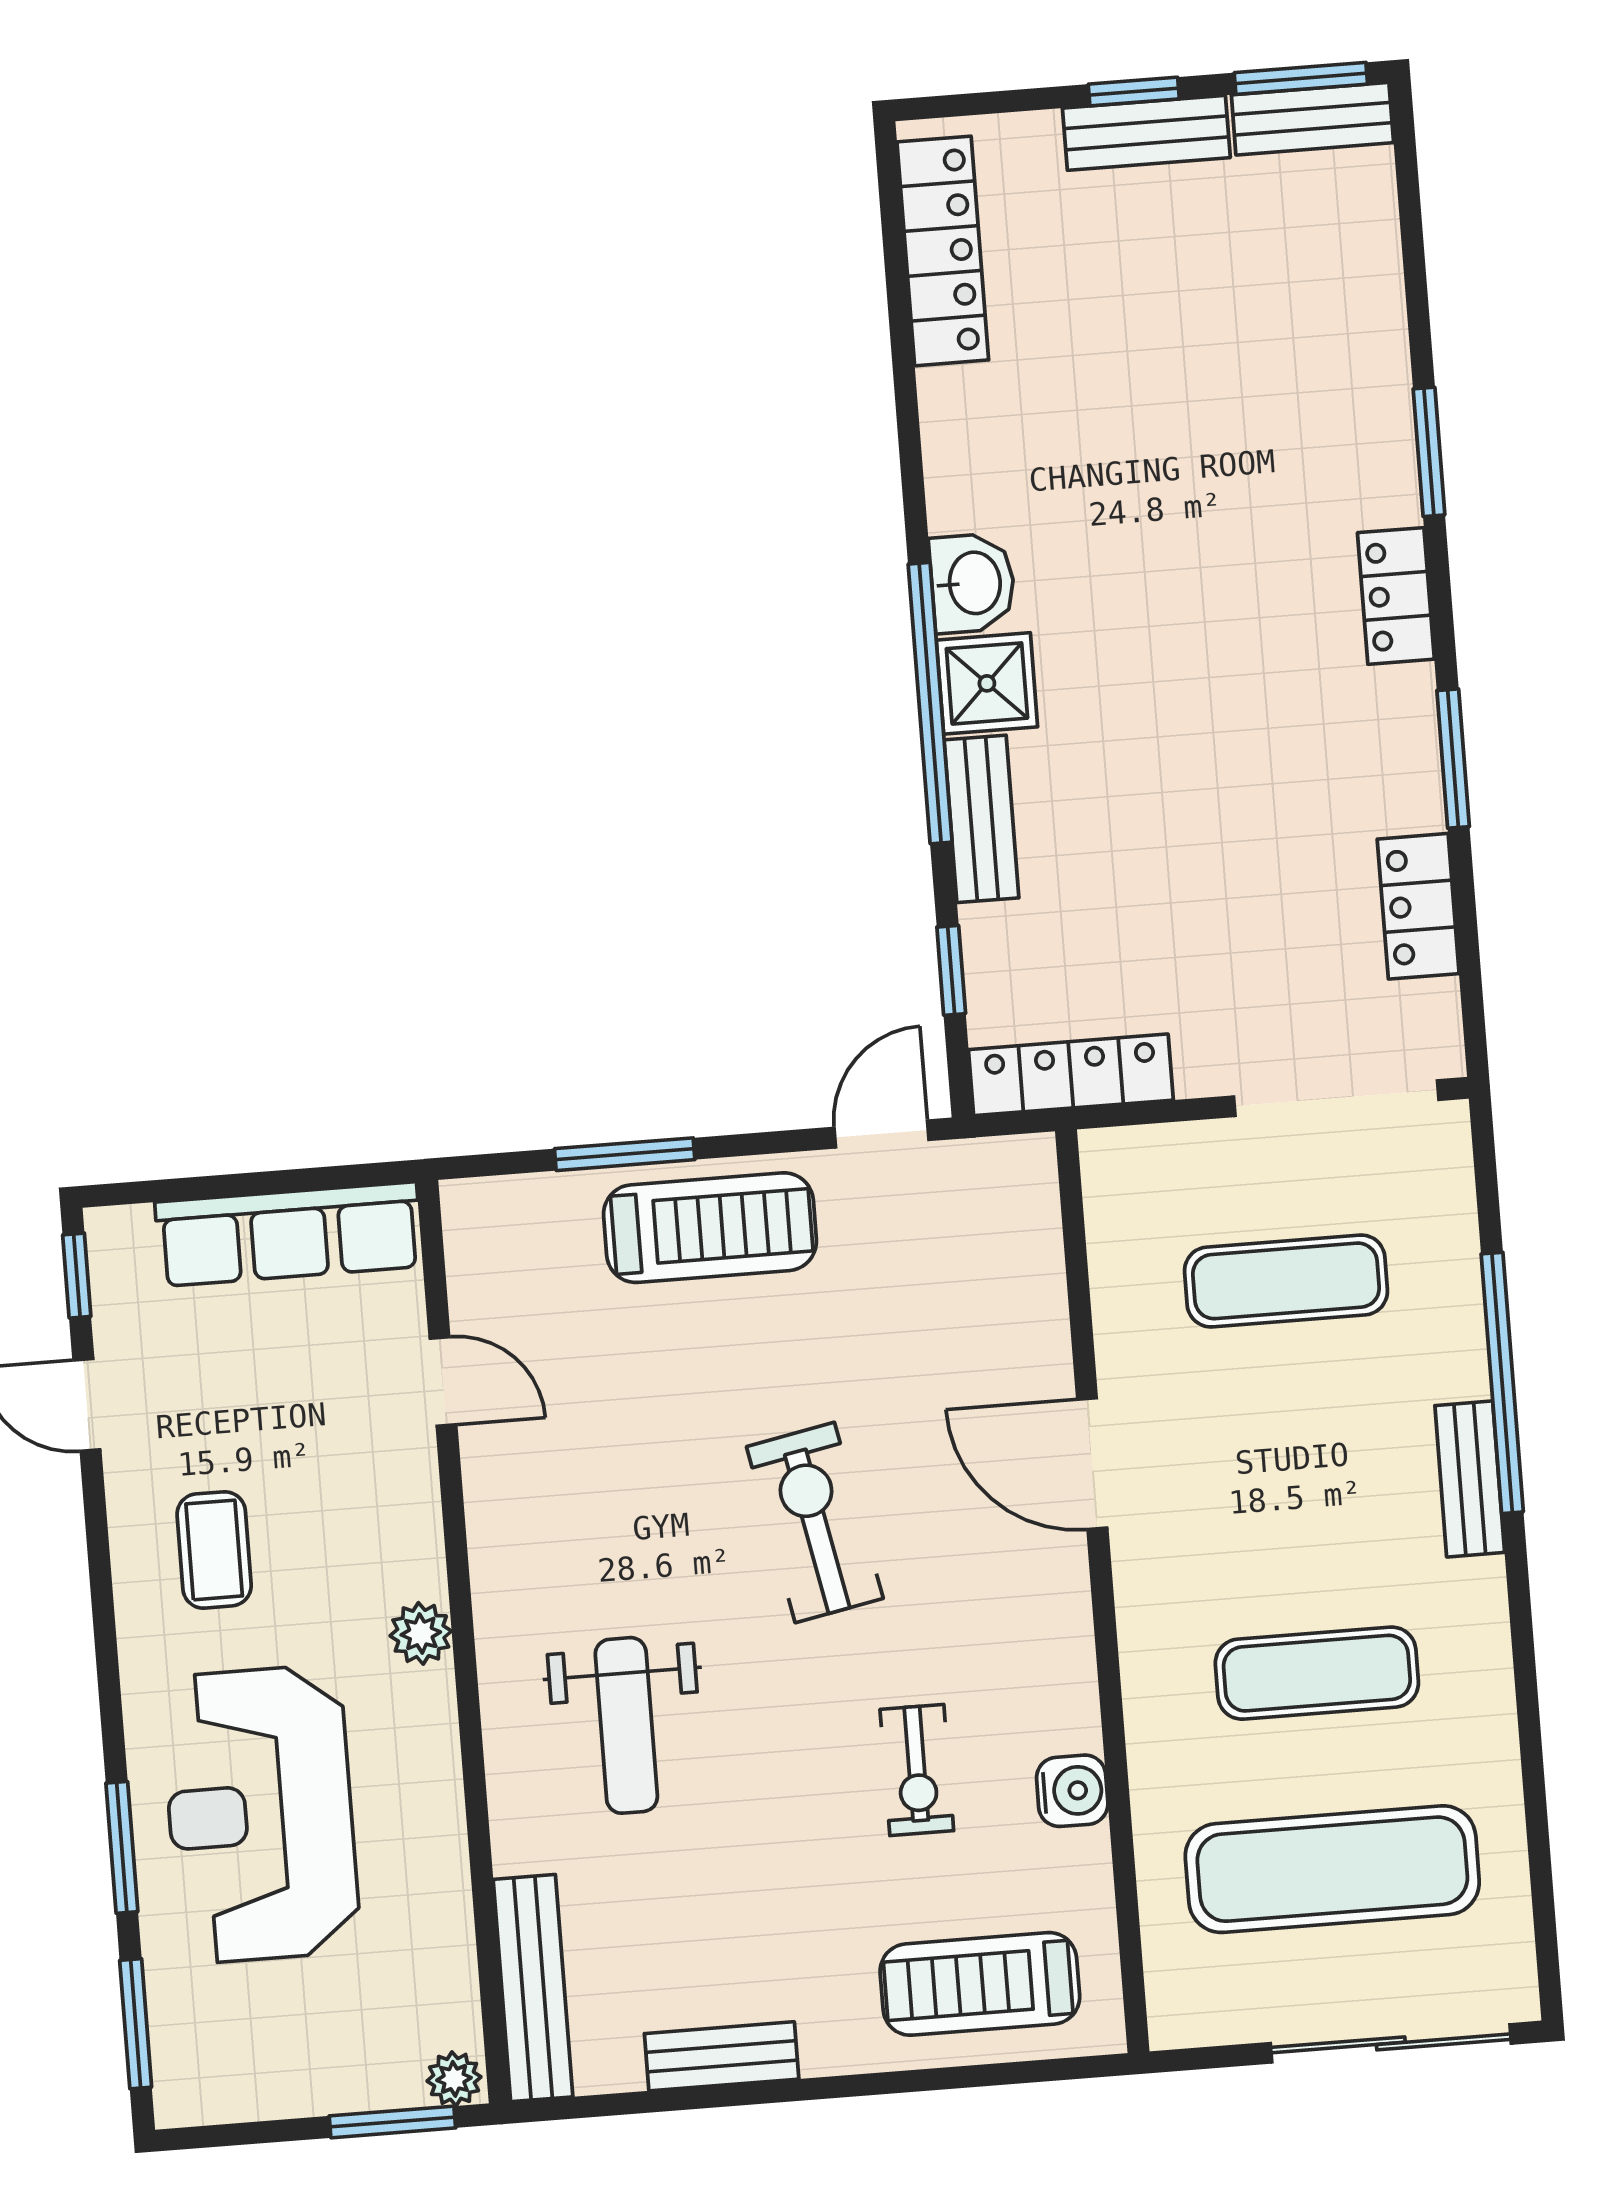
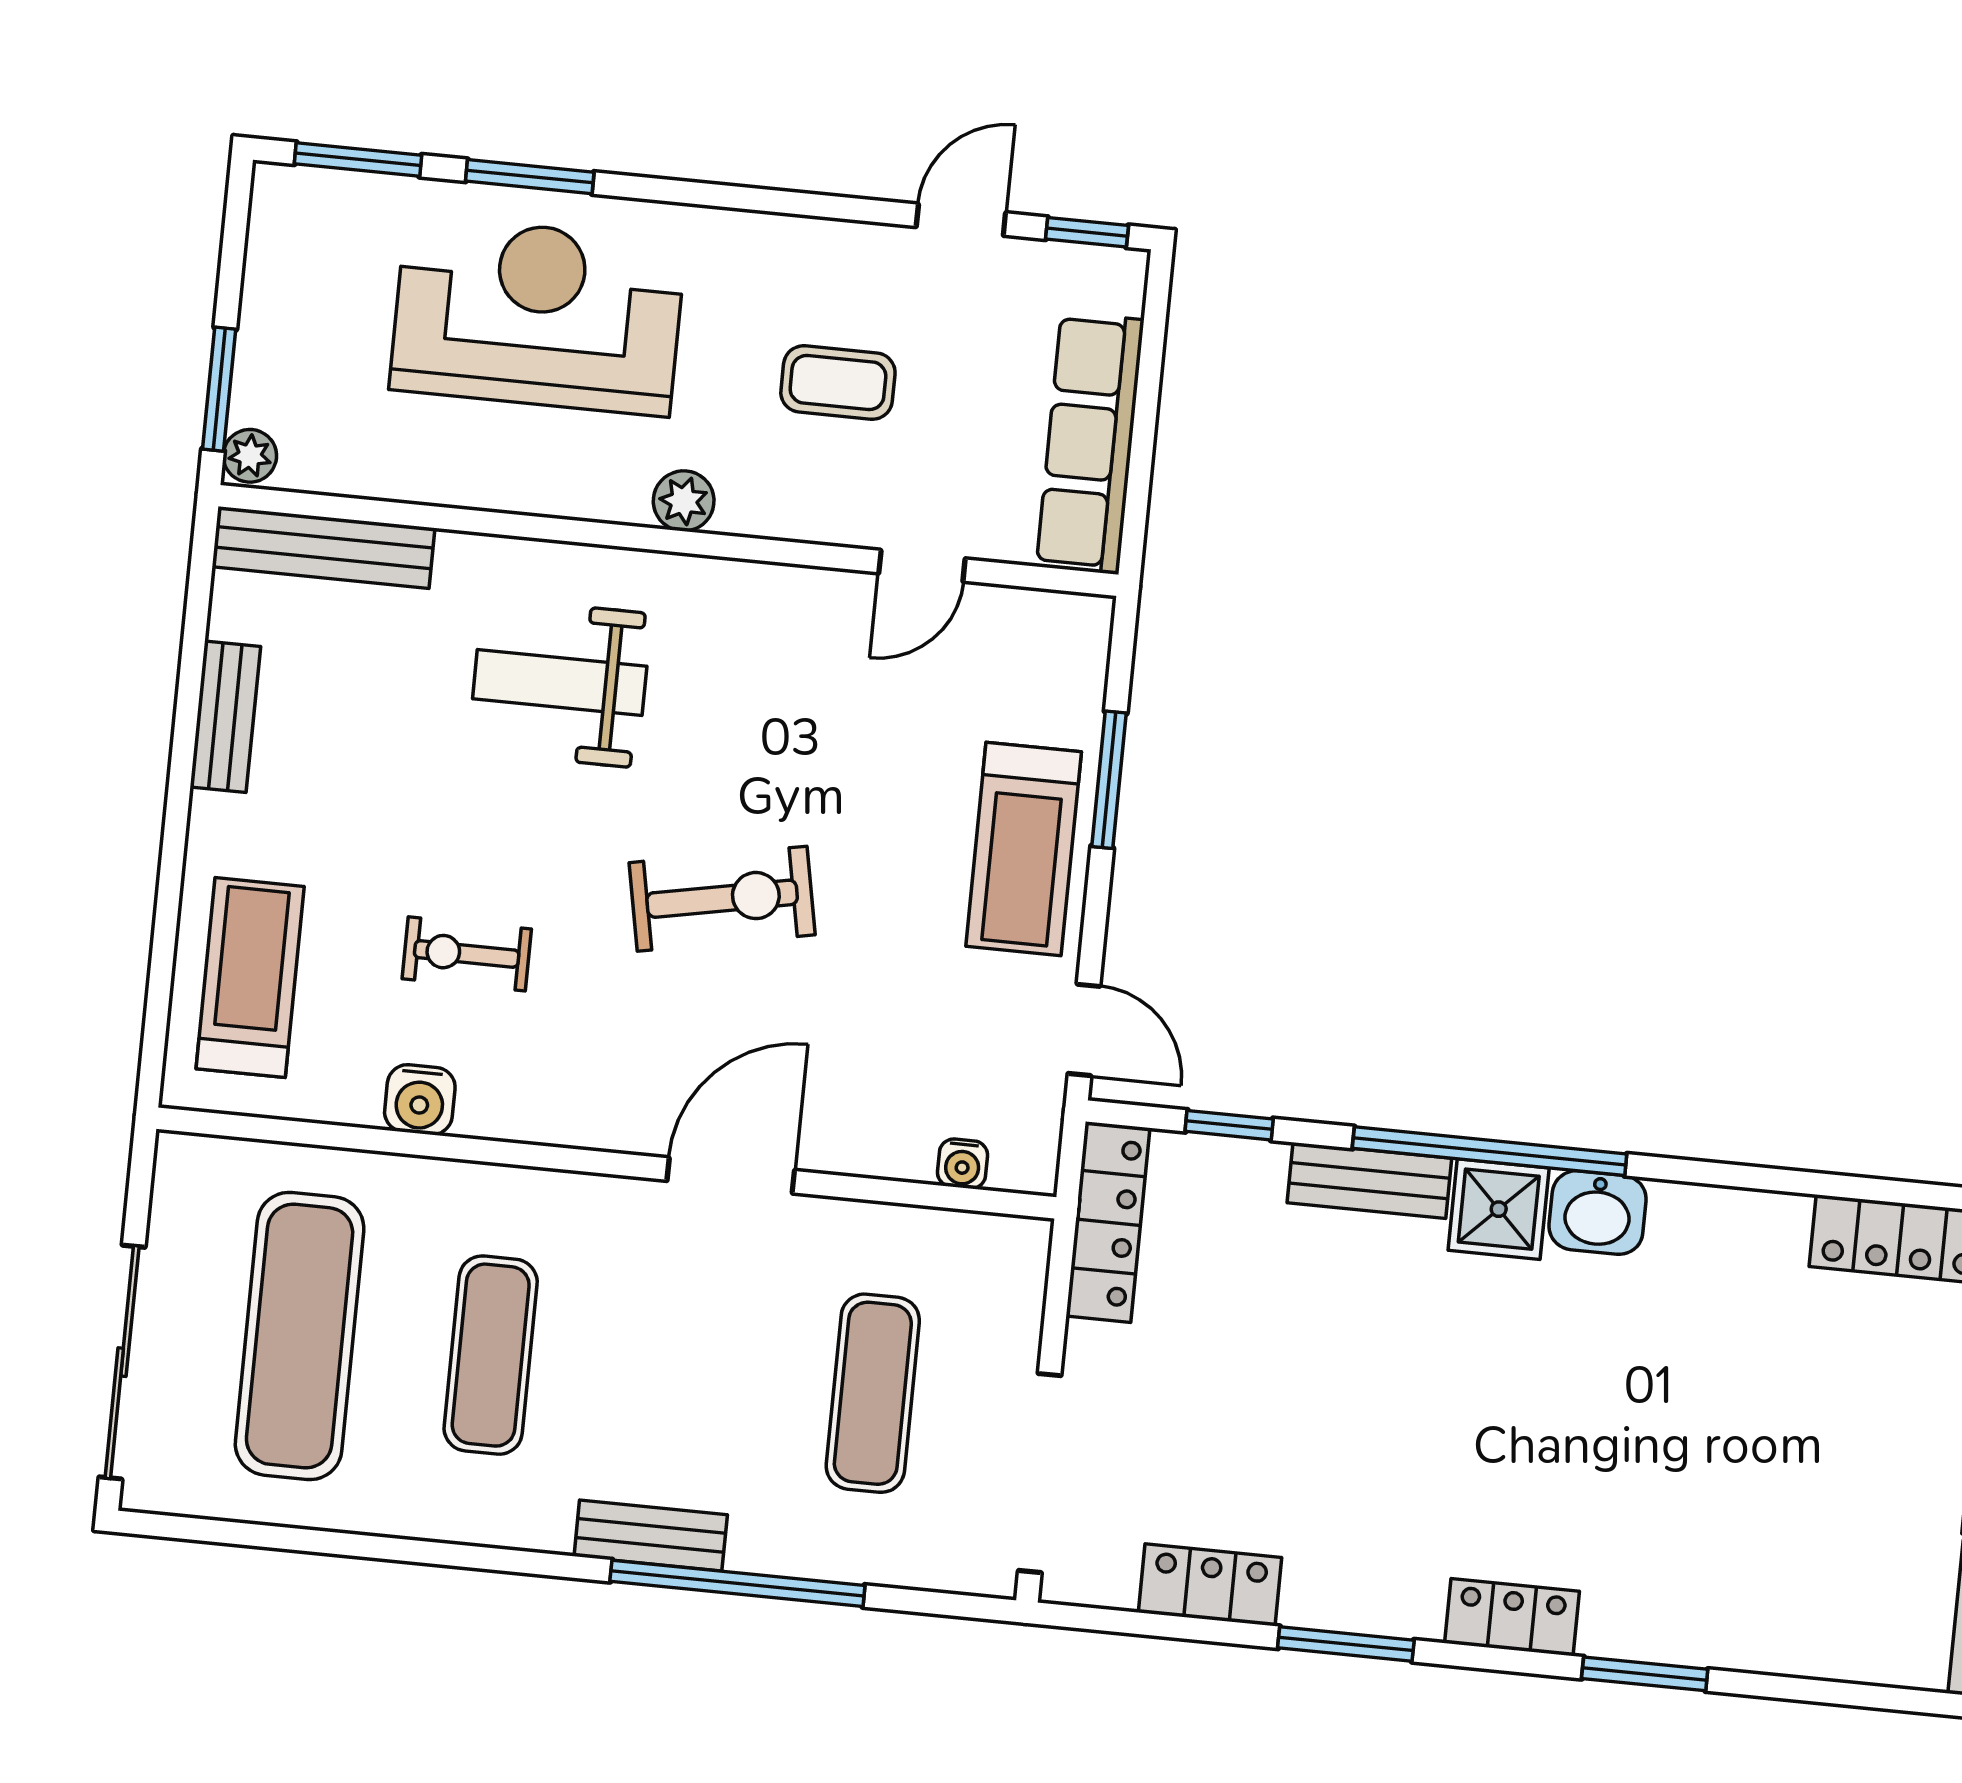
water cooler: (1038, 1232) -> (962, 1164), added
coffee table: (214, 1550) -> (838, 383), moved

